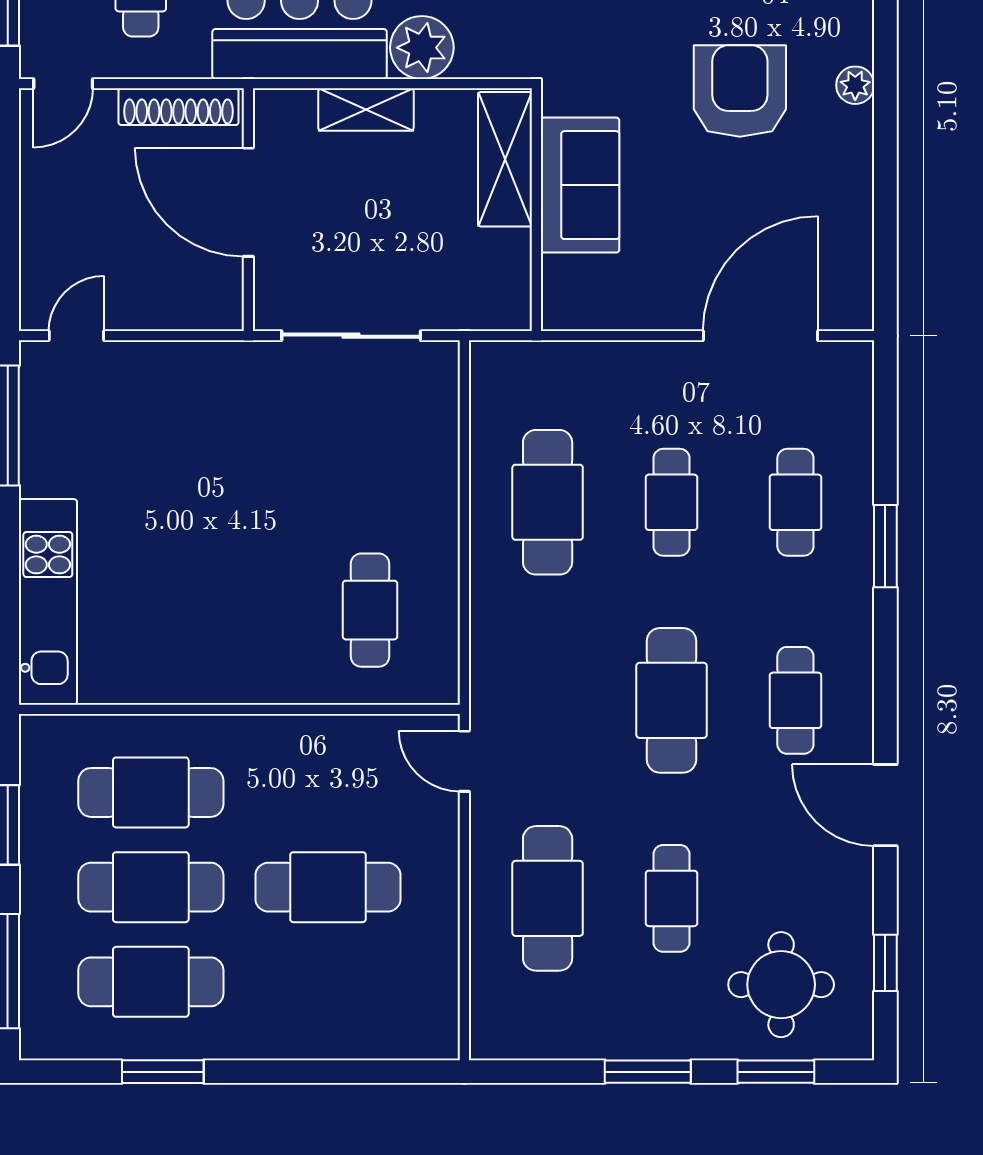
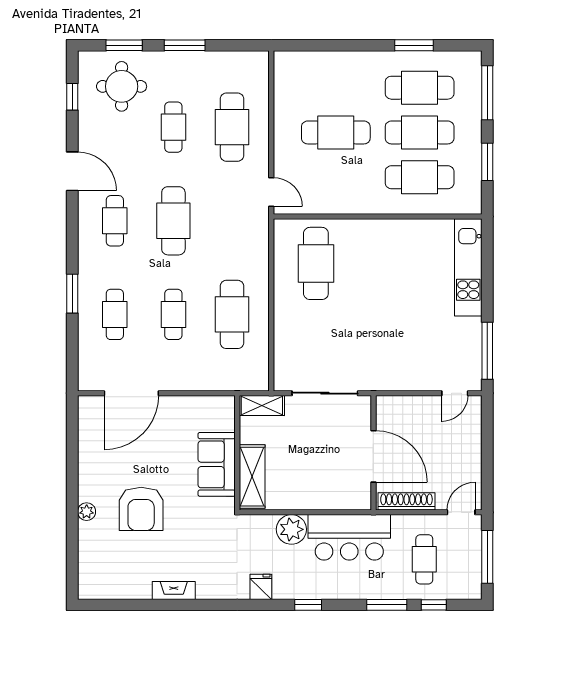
shelving: (366, 110) -> (262, 405), moved
cafe table: (370, 610) -> (316, 263), width x1.37, depth x1.35

